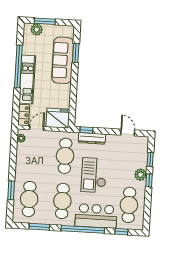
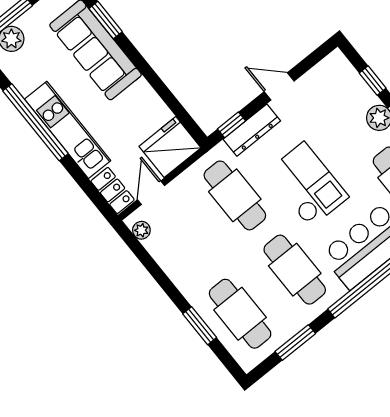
door: (128, 132) -> (279, 86), moved
checkout: (94, 175) -> (307, 185), turned 180

